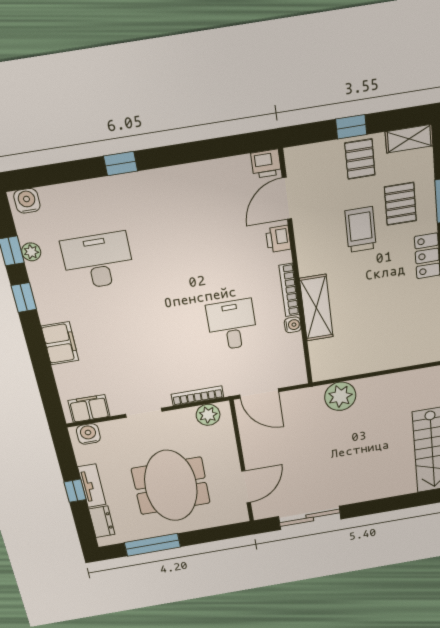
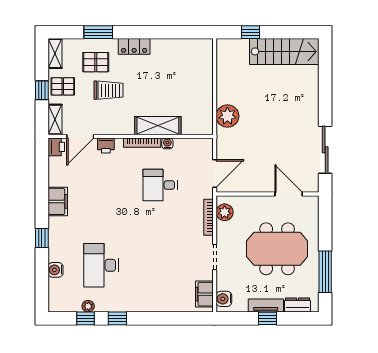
shelving: (308, 155) -> (55, 120), added
door: (287, 198) -> (80, 136), hinge flipped
water cooler: (27, 201) -> (56, 270), moved
trolley: (361, 230) -> (109, 90), turned 180
filing cabinet: (60, 343) -> (58, 201), moved, turned 90

